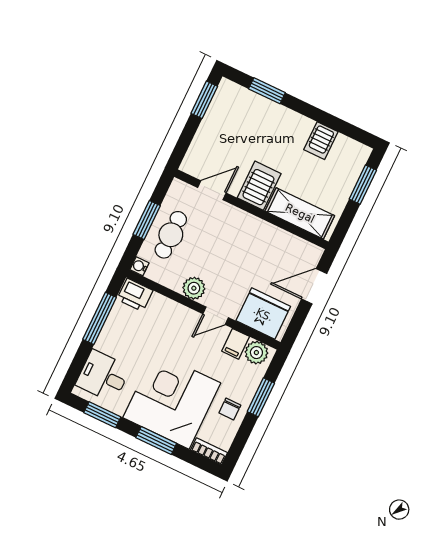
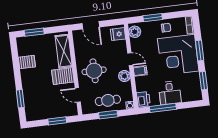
window: (204, 100) -> (57, 121), moved
round table: (235, 243) -> (94, 71), added
fridge: (263, 314) -> (118, 34), width x0.53, depth x0.75
filing cabinet: (236, 344) -> (140, 71), moved
desk: (103, 376) -> (170, 93), moved

